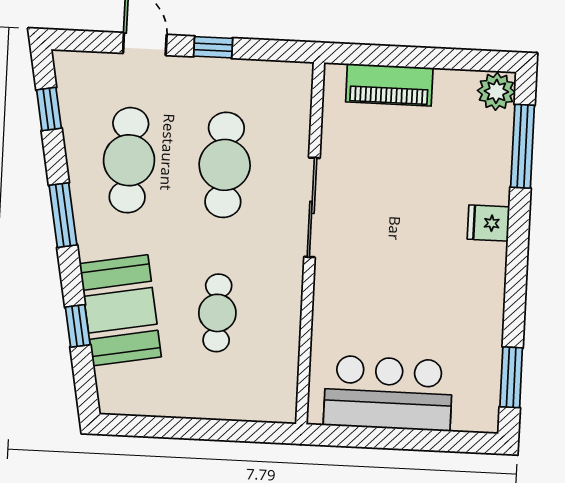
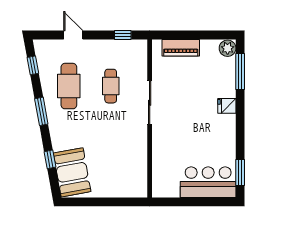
window: (213, 47) -> (123, 35), moved
cafe table: (225, 165) -> (111, 86), width x0.73, depth x0.74
booth: (120, 310) -> (72, 172), moved
cafe table: (217, 313) -> (111, 151), removed
bar counter: (388, 393) -> (208, 182), moved

